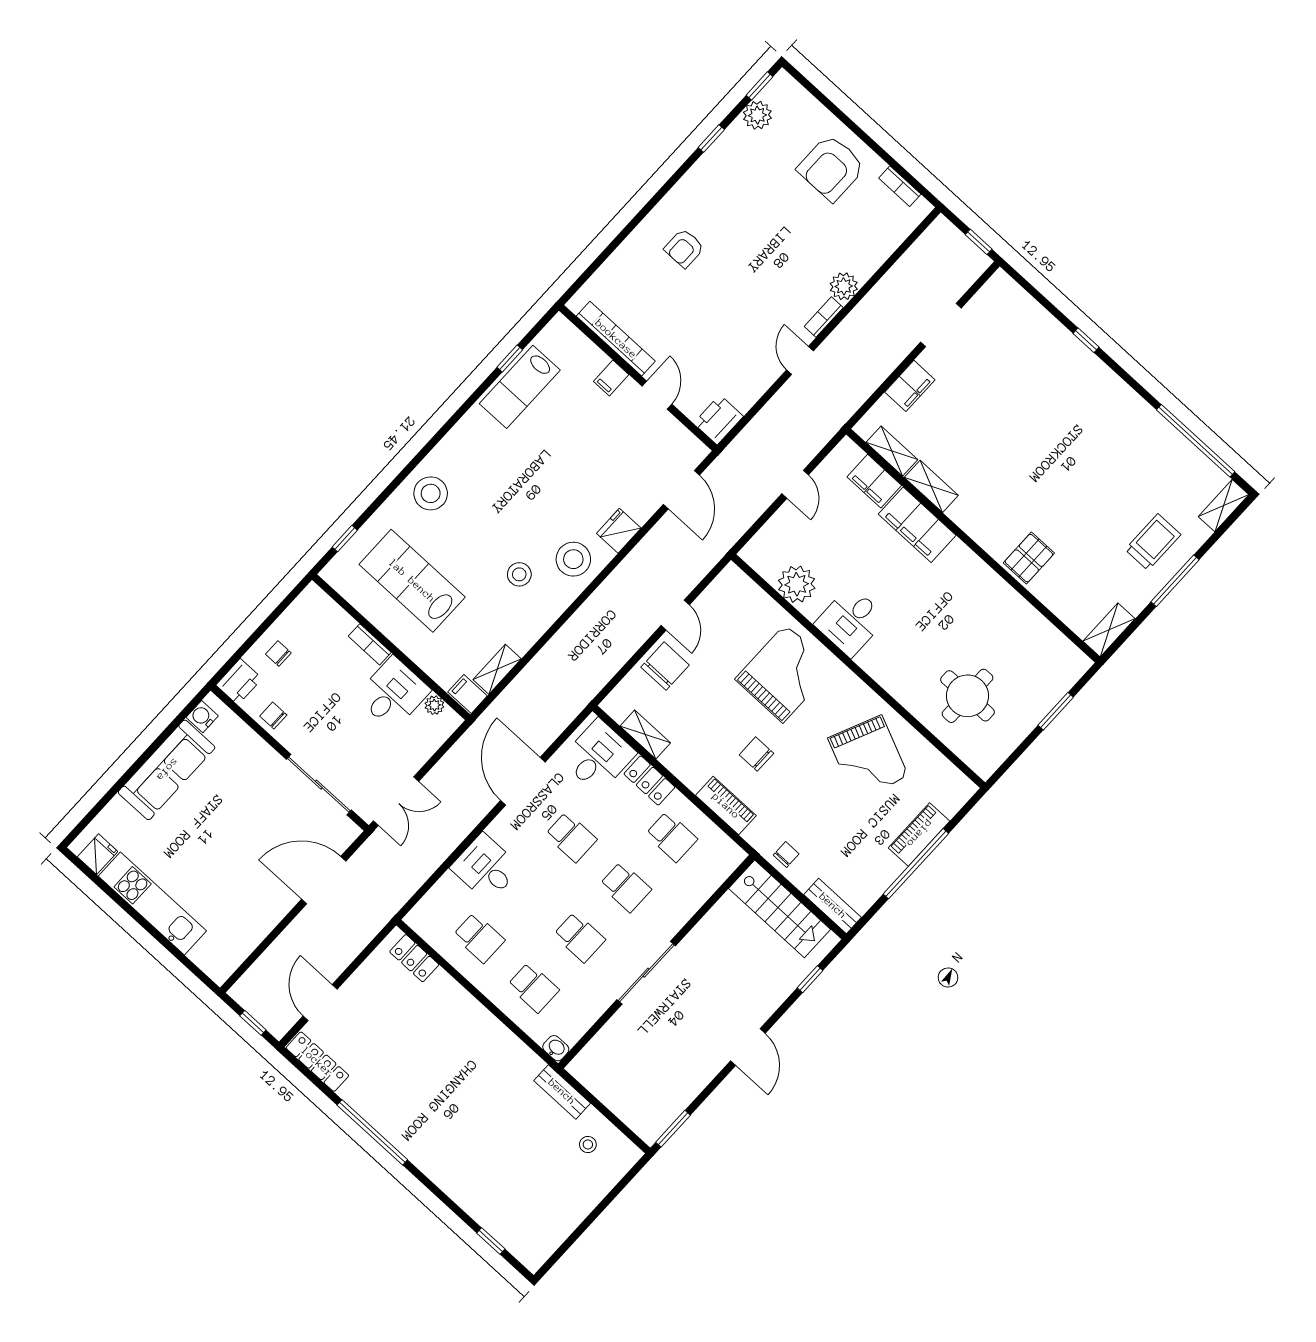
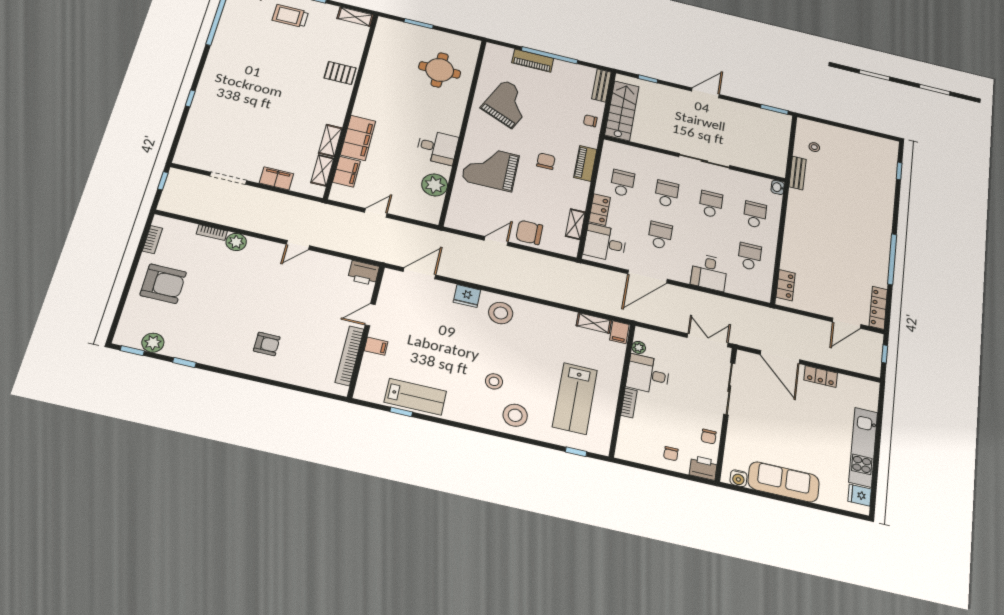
bookcase: (824, 317) -> (212, 233), moved
stool: (519, 574) -> (494, 381), moved
chair: (756, 754) -> (546, 161), turned 180
locker: (270, 915) -> (821, 376), added

